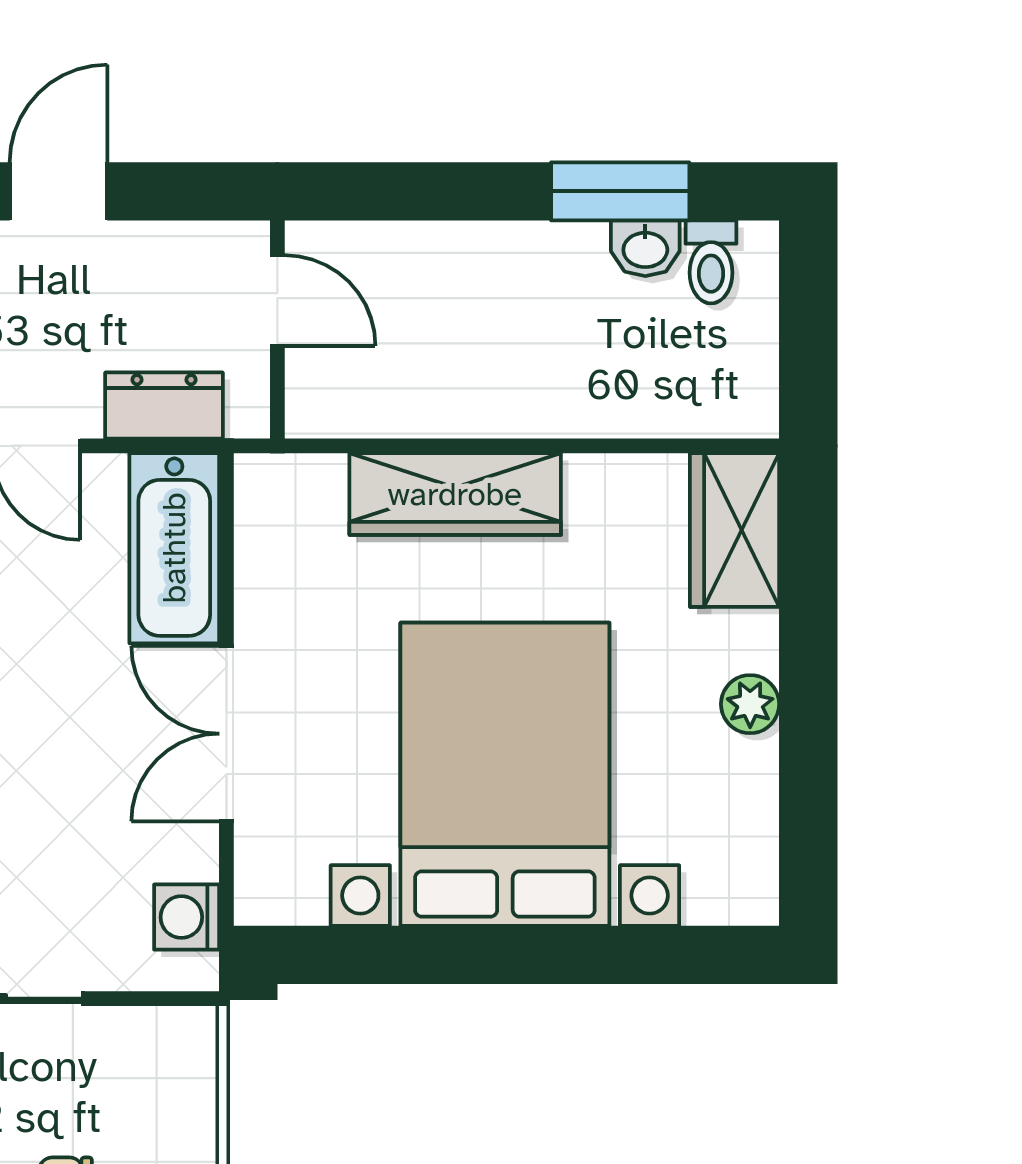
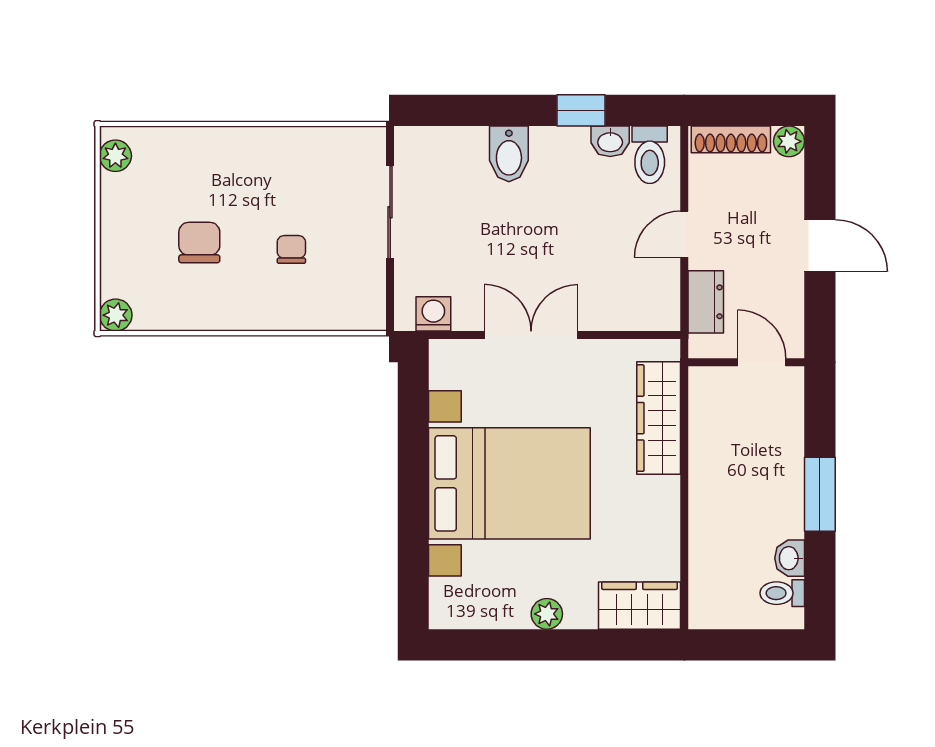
window: (620, 191) -> (820, 494), moved
door: (277, 301) -> (762, 362), swing flipped
wardrobe: (455, 494) -> (659, 418), moved
bathtub: (174, 548) -> (630, 307), removed

